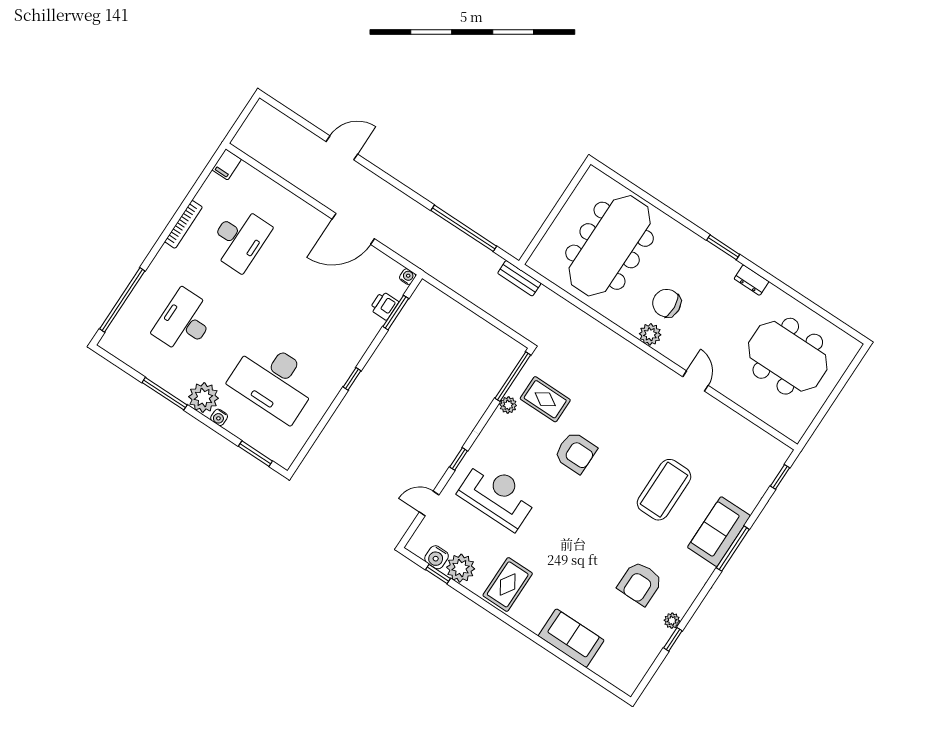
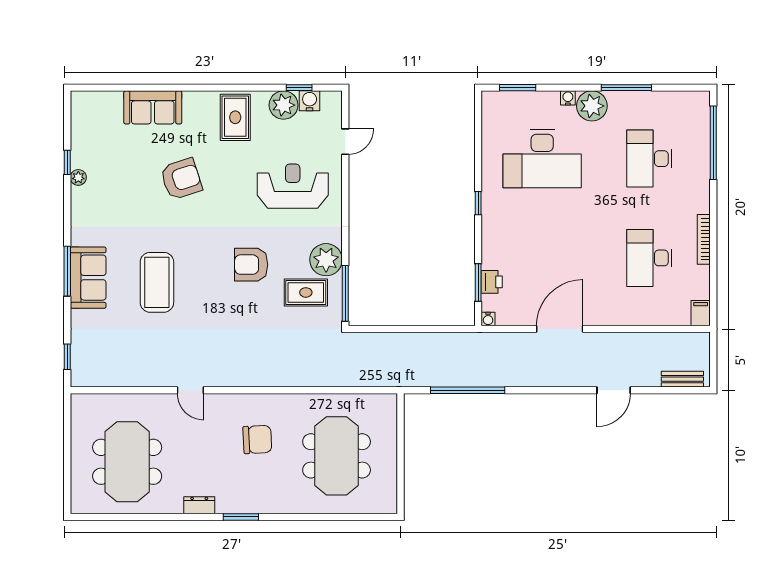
meeting table: (610, 246) -> (337, 456), width x0.73
bench: (519, 278) -> (682, 379), moved
desk: (185, 322) -> (649, 159), turned 180
plant: (650, 334) -> (254, 404), removed
meeting table: (788, 356) -> (127, 462), turned 90
desk: (274, 381) -> (542, 159), turned 180
plant: (508, 405) -> (326, 260), width x1.87, depth x1.87
window: (459, 459) -> (345, 195), removed
reception desk: (498, 495) -> (293, 186), turned 180
armchair: (640, 583) -> (181, 179), moved, turned 72

